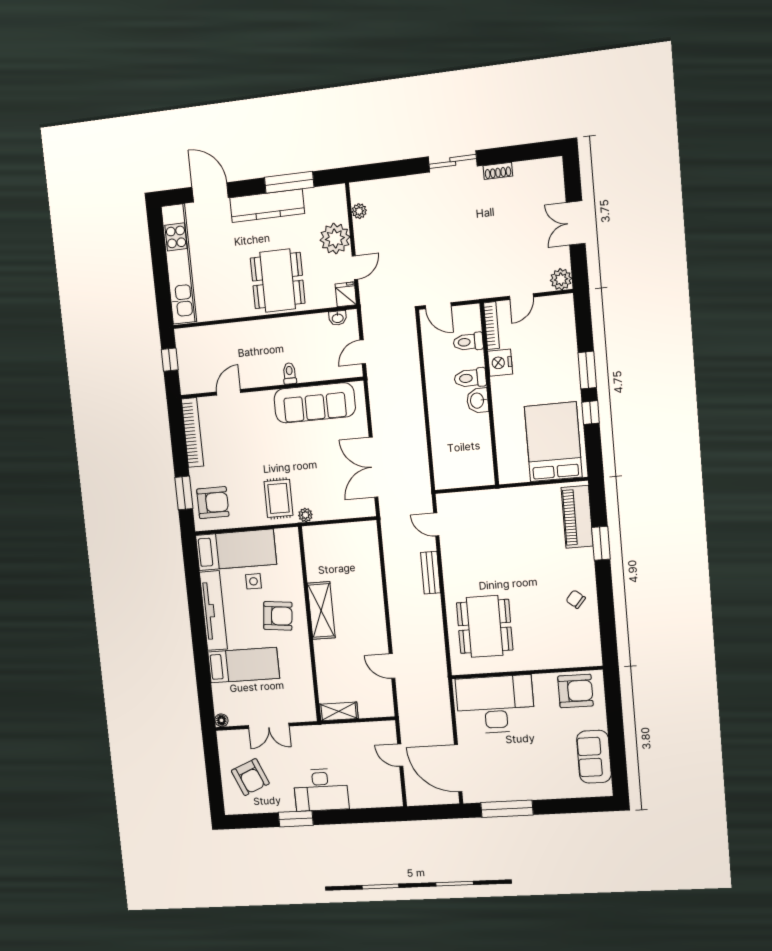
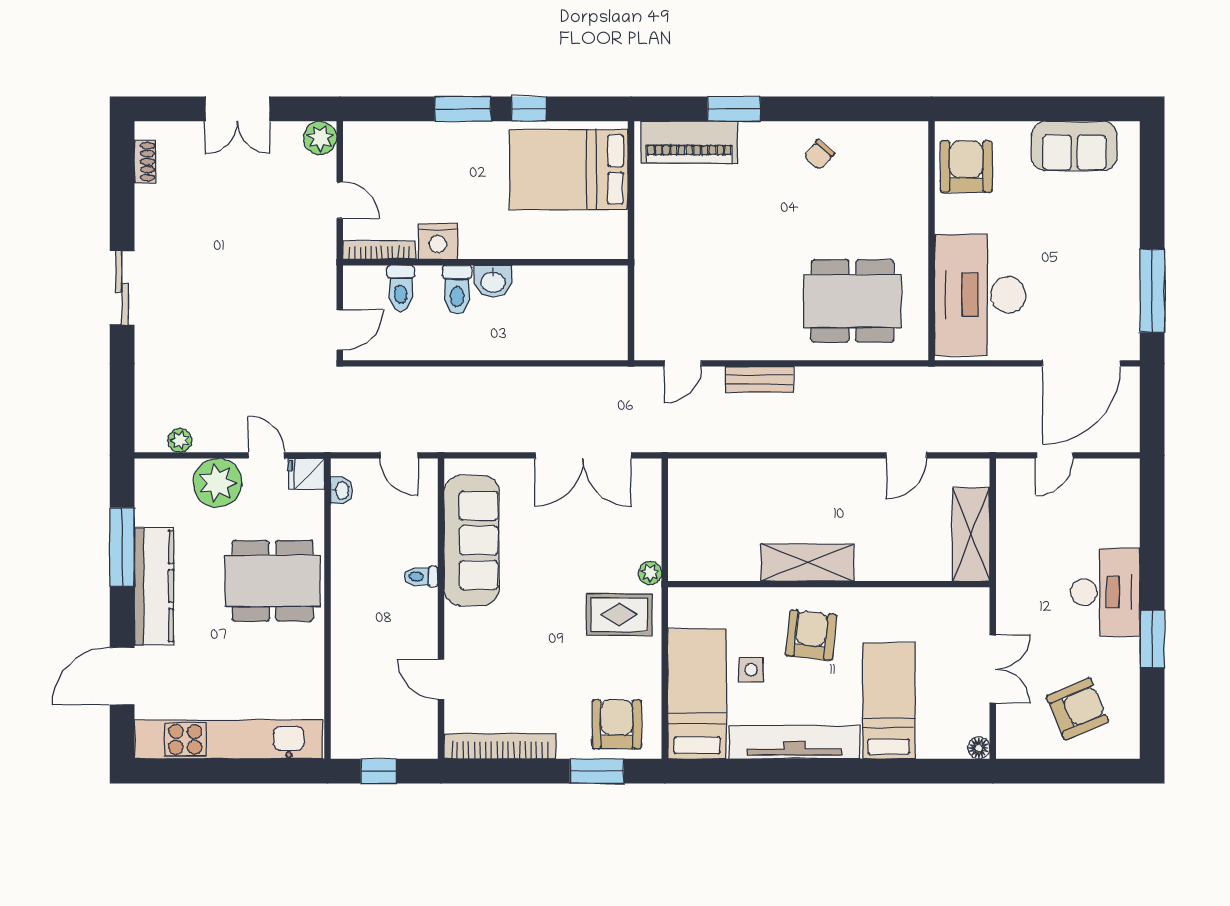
shoe rack: (498, 171) -> (145, 162), moved
shelving: (339, 711) -> (971, 534), width x1.50, depth x1.33

